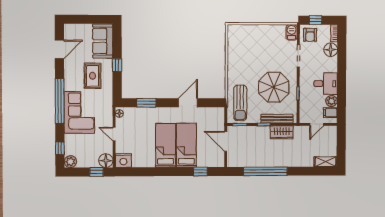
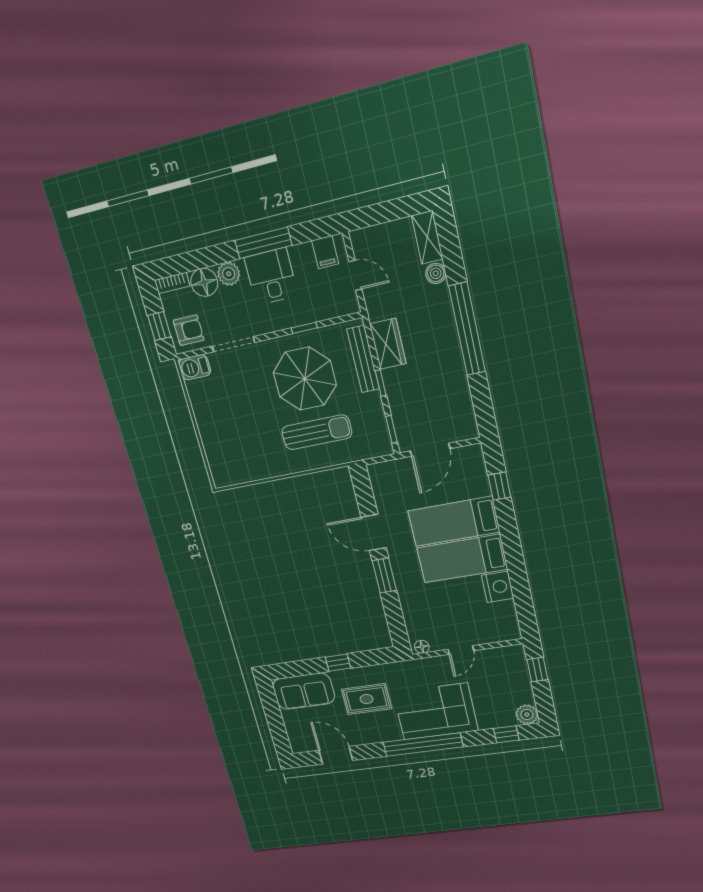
window: (342, 84) -> (263, 243), added
plant: (331, 101) -> (229, 274), moved
window: (146, 103) -> (384, 576), moved
sun lounger: (240, 103) -> (317, 432), moved
nightstand: (123, 160) -> (498, 587), moved
floor lamp: (106, 161) -> (513, 657), removed
boiler: (309, 162) -> (436, 273), added
window: (265, 171) -> (467, 329), moved

